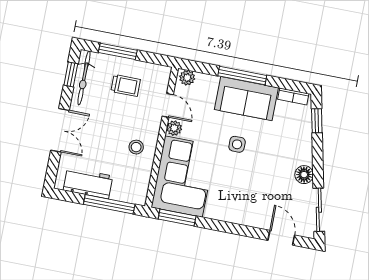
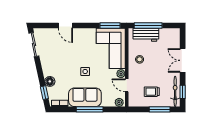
floor lamp: (304, 175) -> (50, 81), moved
workbench: (88, 183) -> (146, 35), moved
door: (281, 238) -> (65, 25), moved

